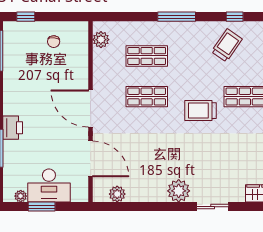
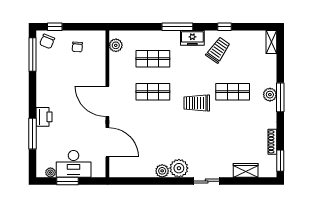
freezer: (195, 30) -> (192, 38), added
chair: (16, 35) -> (47, 41), added
plant: (117, 194) -> (162, 171), moved

